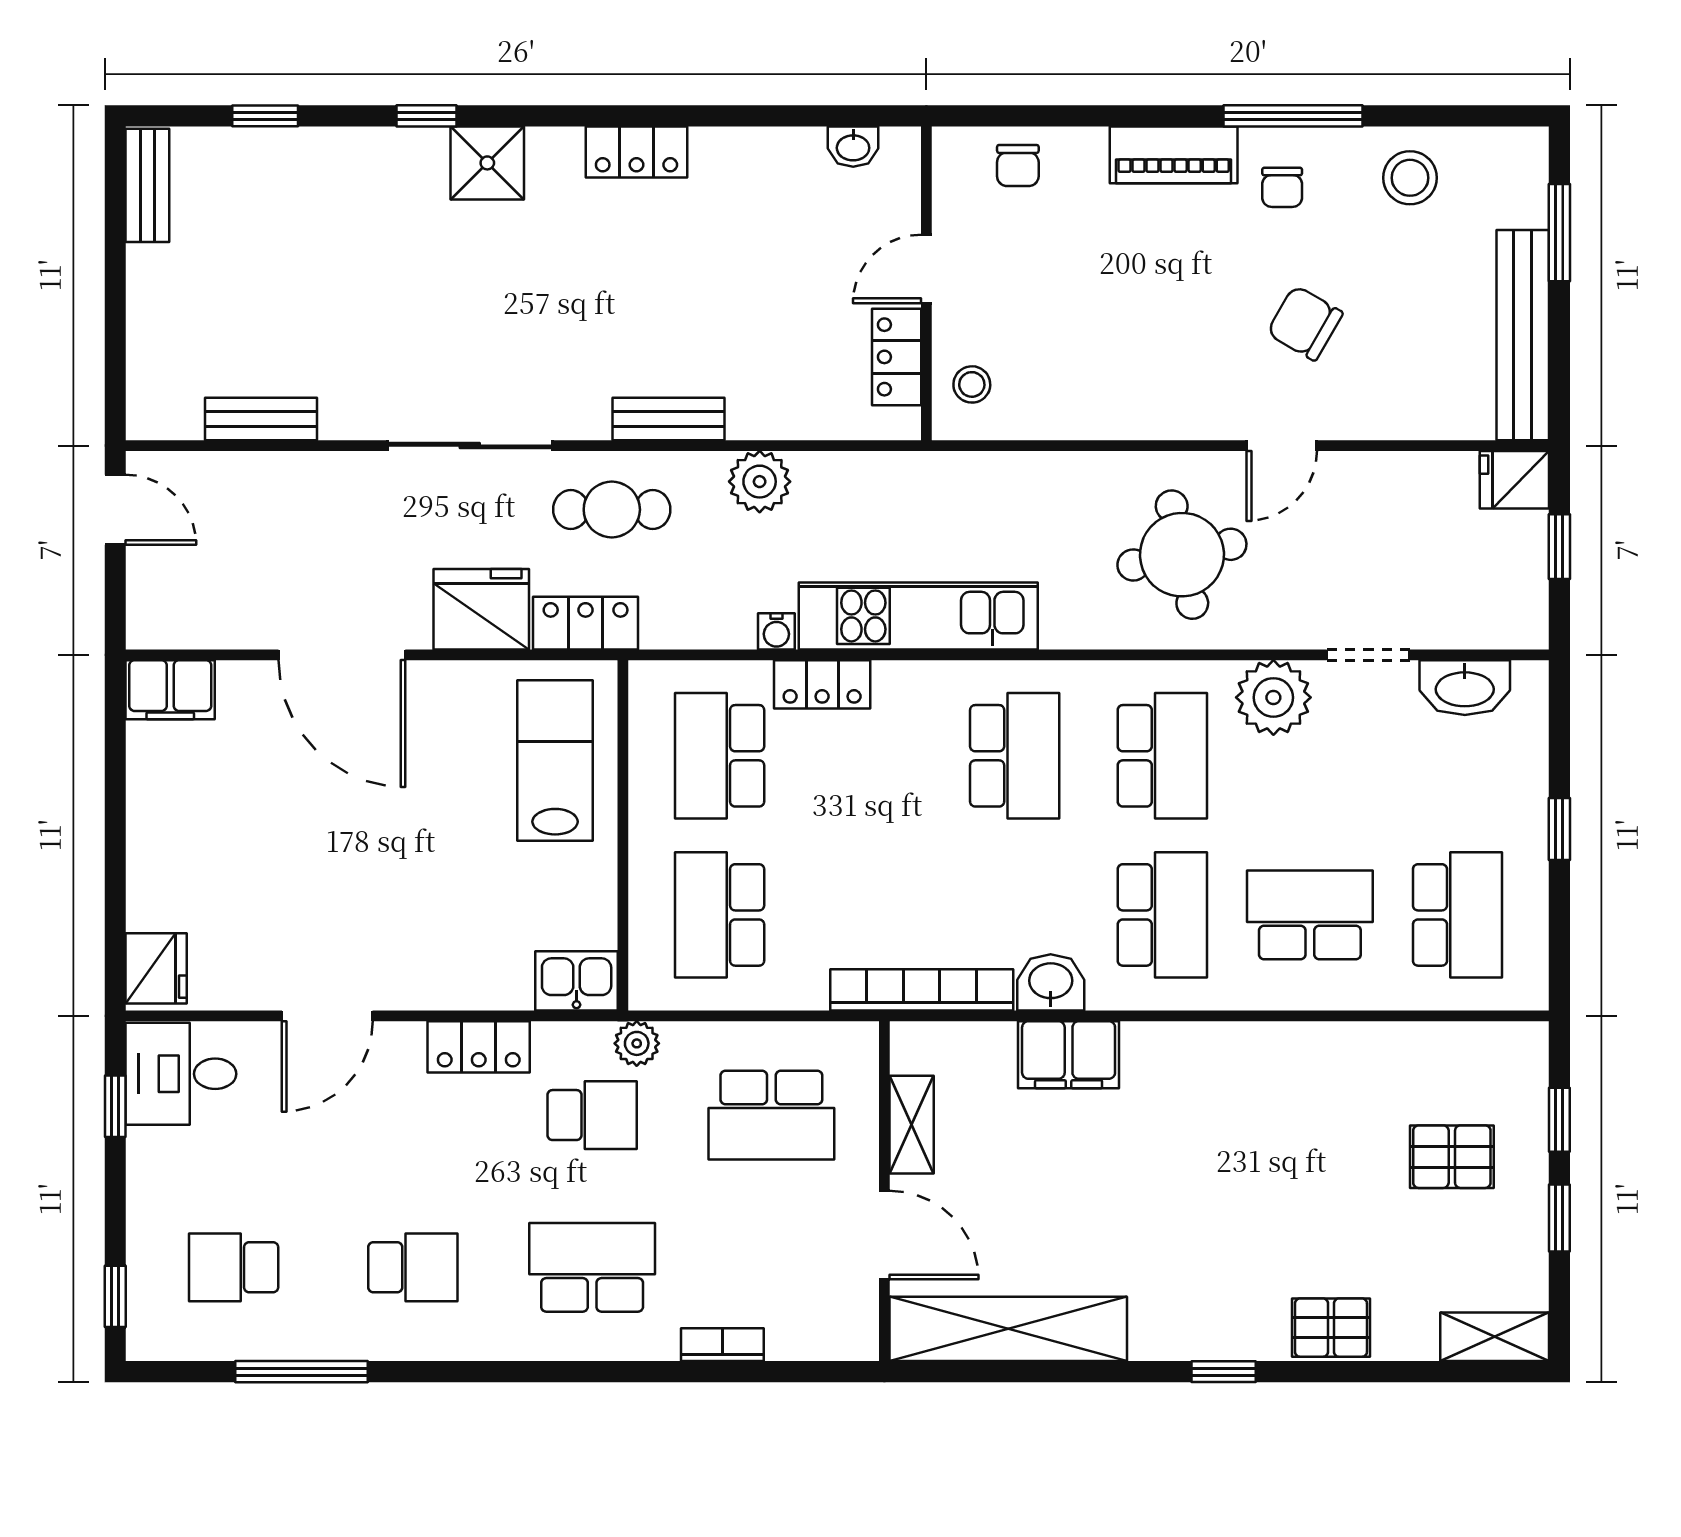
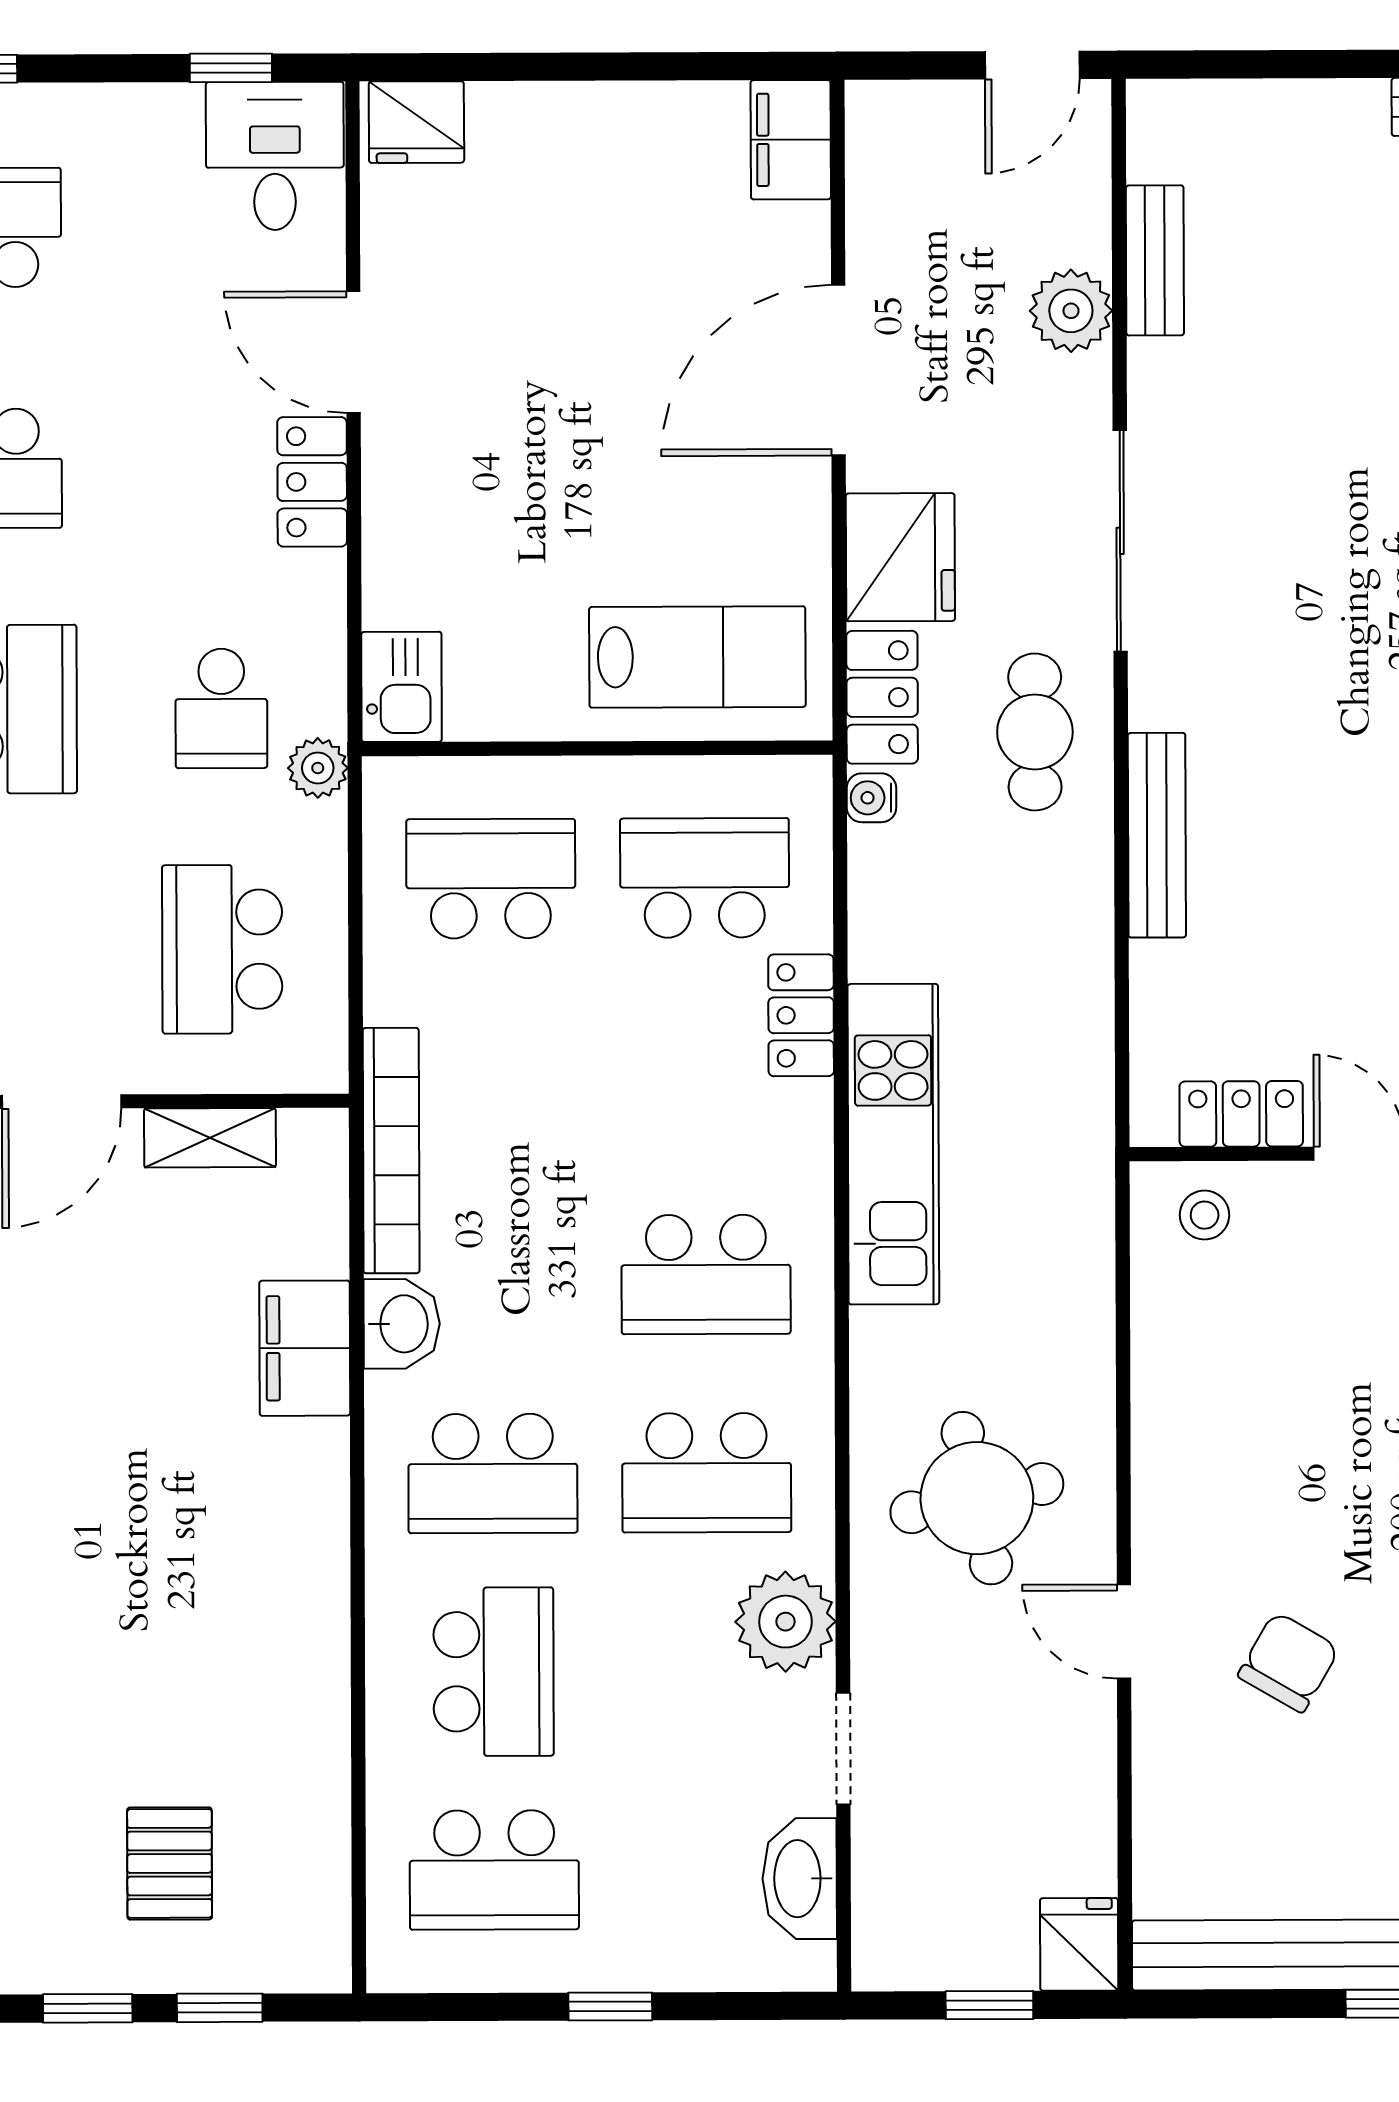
bench: (669, 419) -> (1157, 835), width x1.36
plant: (760, 482) -> (1071, 311), moved
water cooler: (776, 631) -> (872, 798), moved
locker: (479, 1047) -> (312, 482), moved

